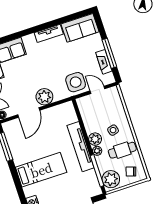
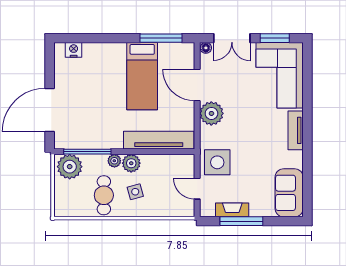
tv unit: (49, 33) -> (296, 130), moved
door: (97, 90) -> (197, 189), swing flipped
tv unit: (81, 147) -> (159, 140), moved
bed: (41, 170) -> (142, 76), moved
chair: (131, 171) -> (71, 197), removed

